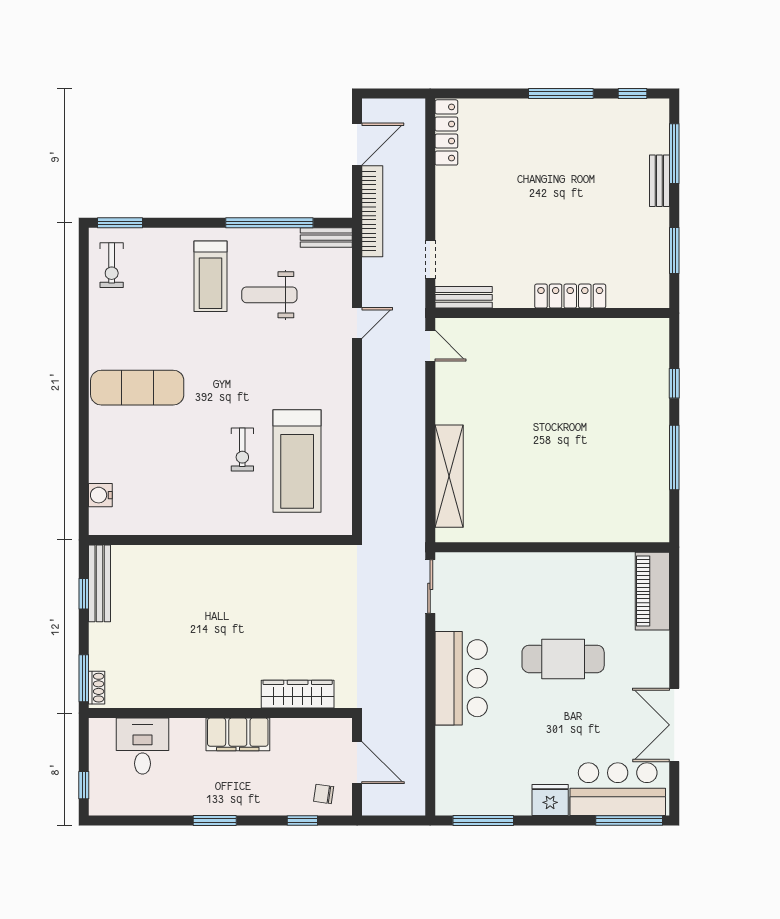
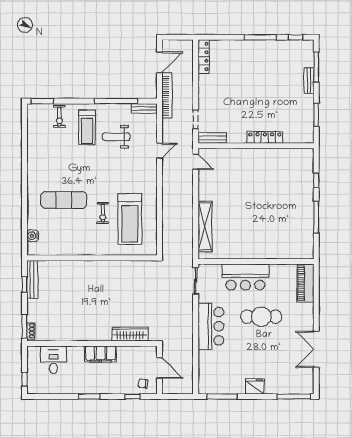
exercise bike: (112, 265) -> (59, 117), moved
exercise mat: (137, 388) -> (64, 200), moved
bar counter: (618, 789) -> (245, 277), moved, turned 180

